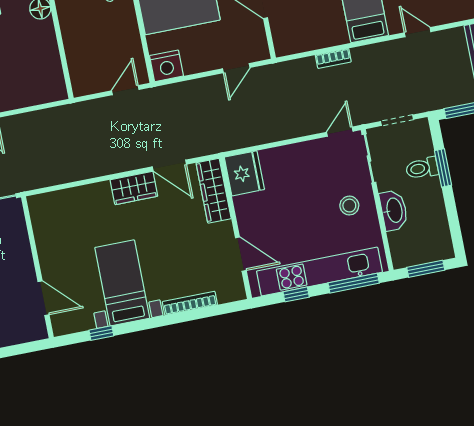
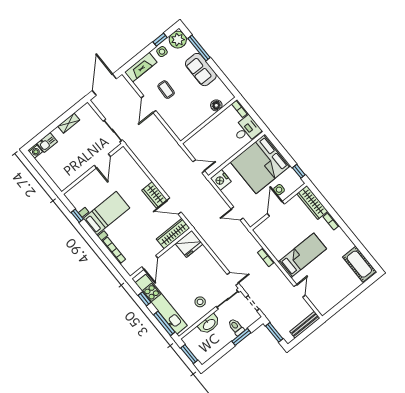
door: (169, 165) -> (174, 206), hinge flipped
door: (43, 298) -> (102, 161), moved

